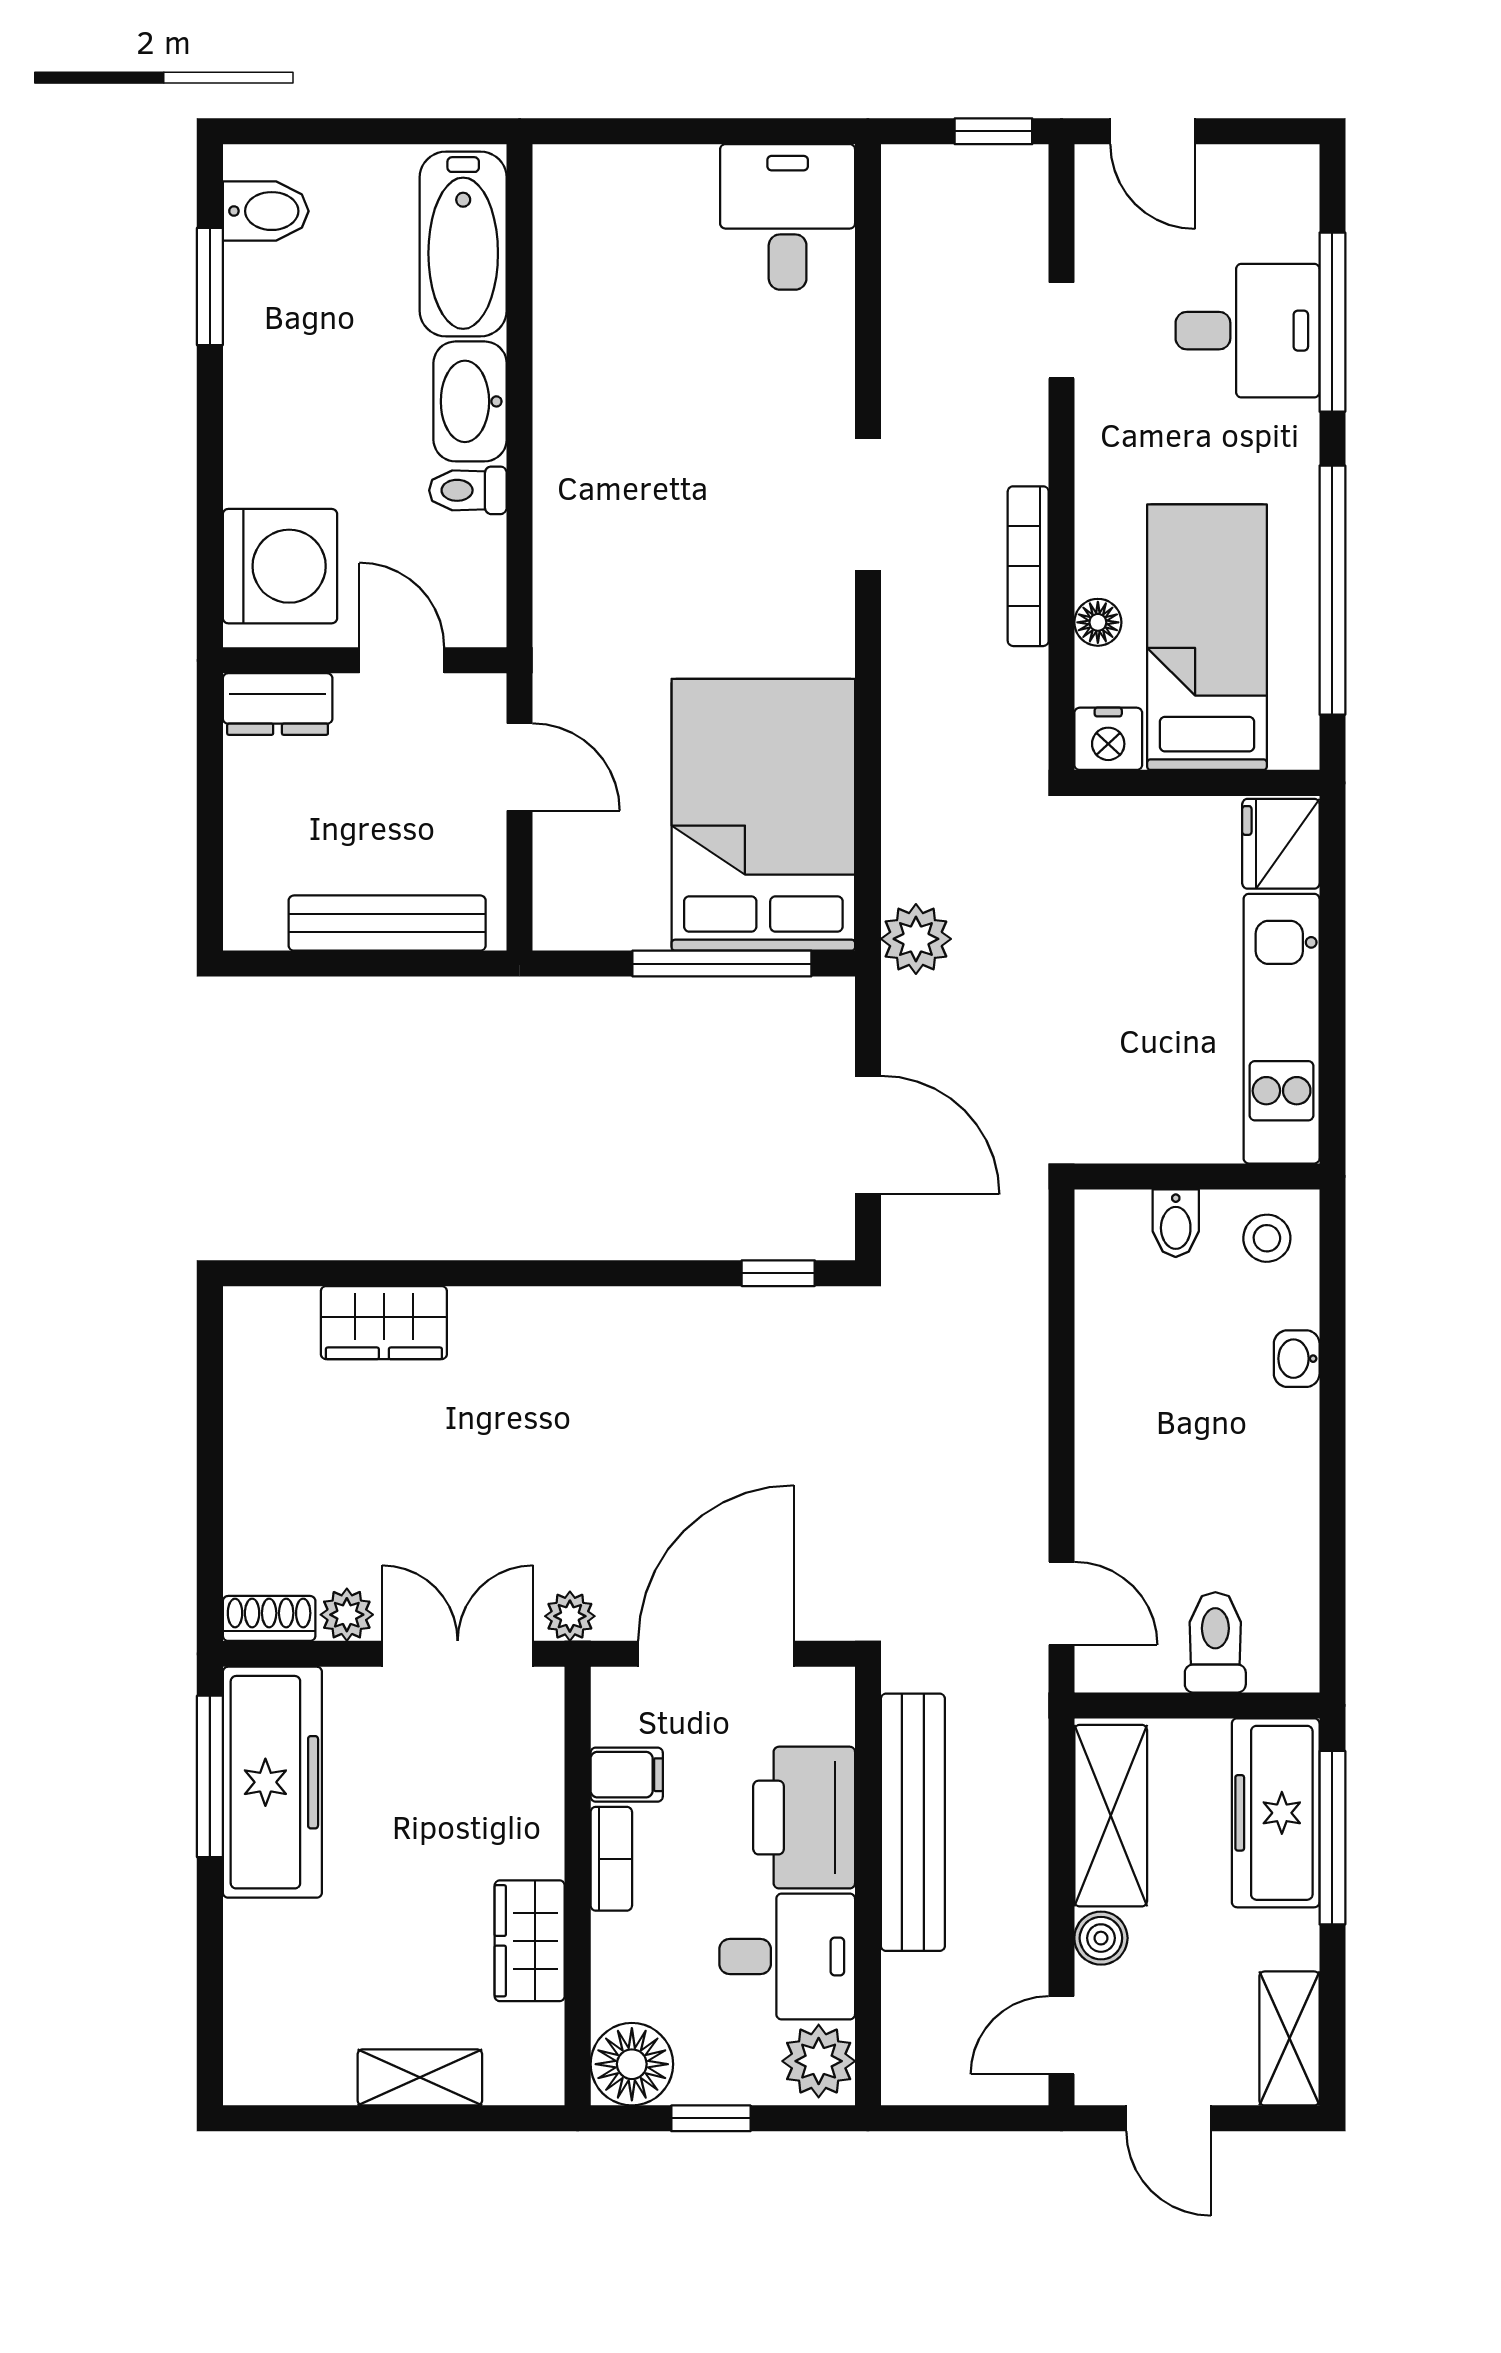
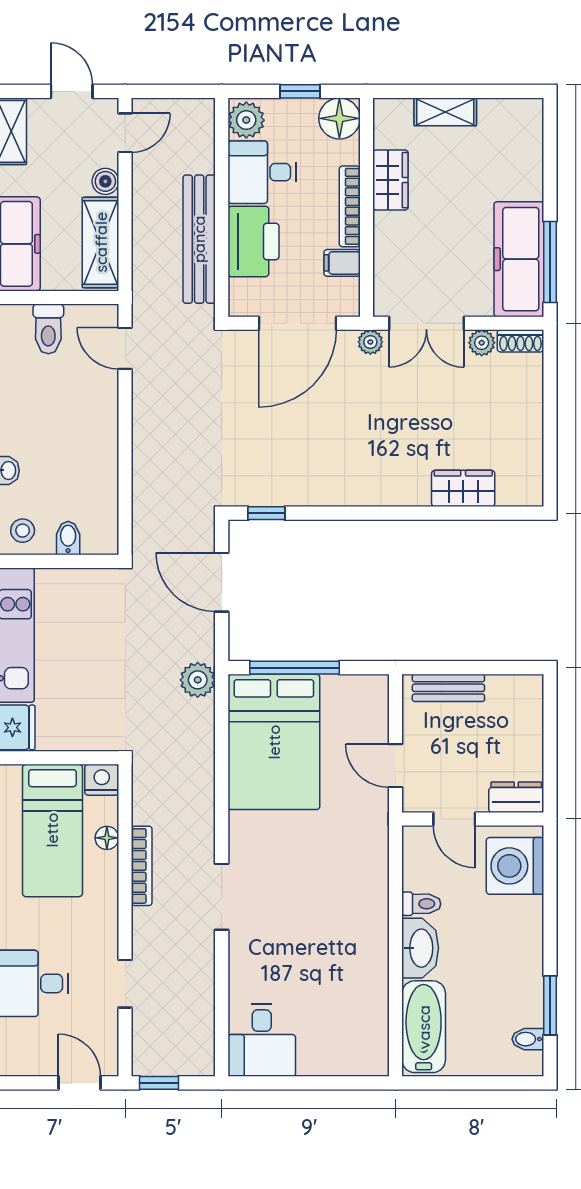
bidet: (266, 211) -> (528, 1039), width x0.72, depth x0.74
bench: (387, 923) -> (448, 688), width x0.73
bookcase: (611, 1859) -> (350, 206), width x1.56

